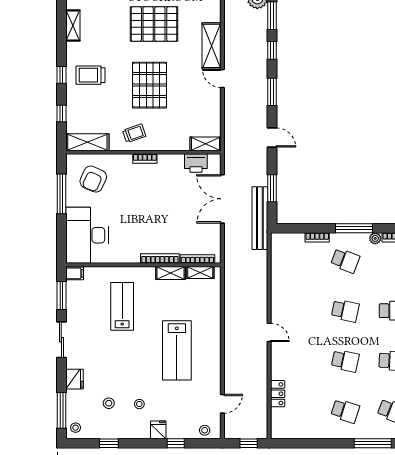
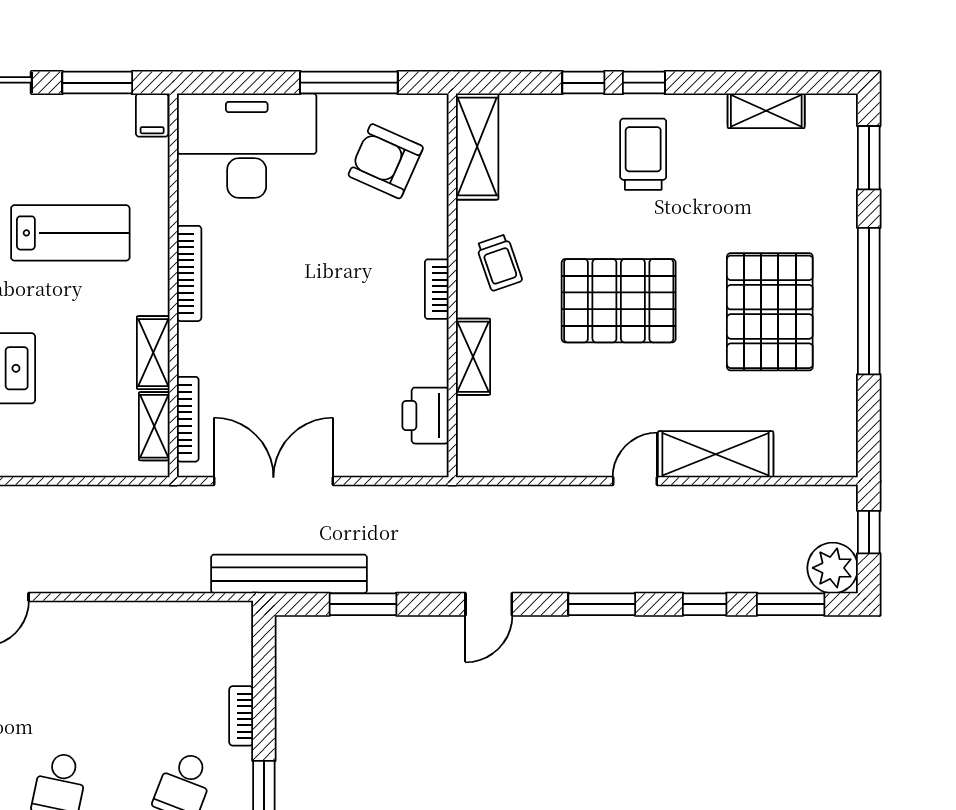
window: (61, 113) -> (583, 83), moved
shelving: (205, 144) -> (473, 357), moved
double door: (222, 199) -> (273, 481), moved
bookcase: (160, 258) -> (189, 273), moved

